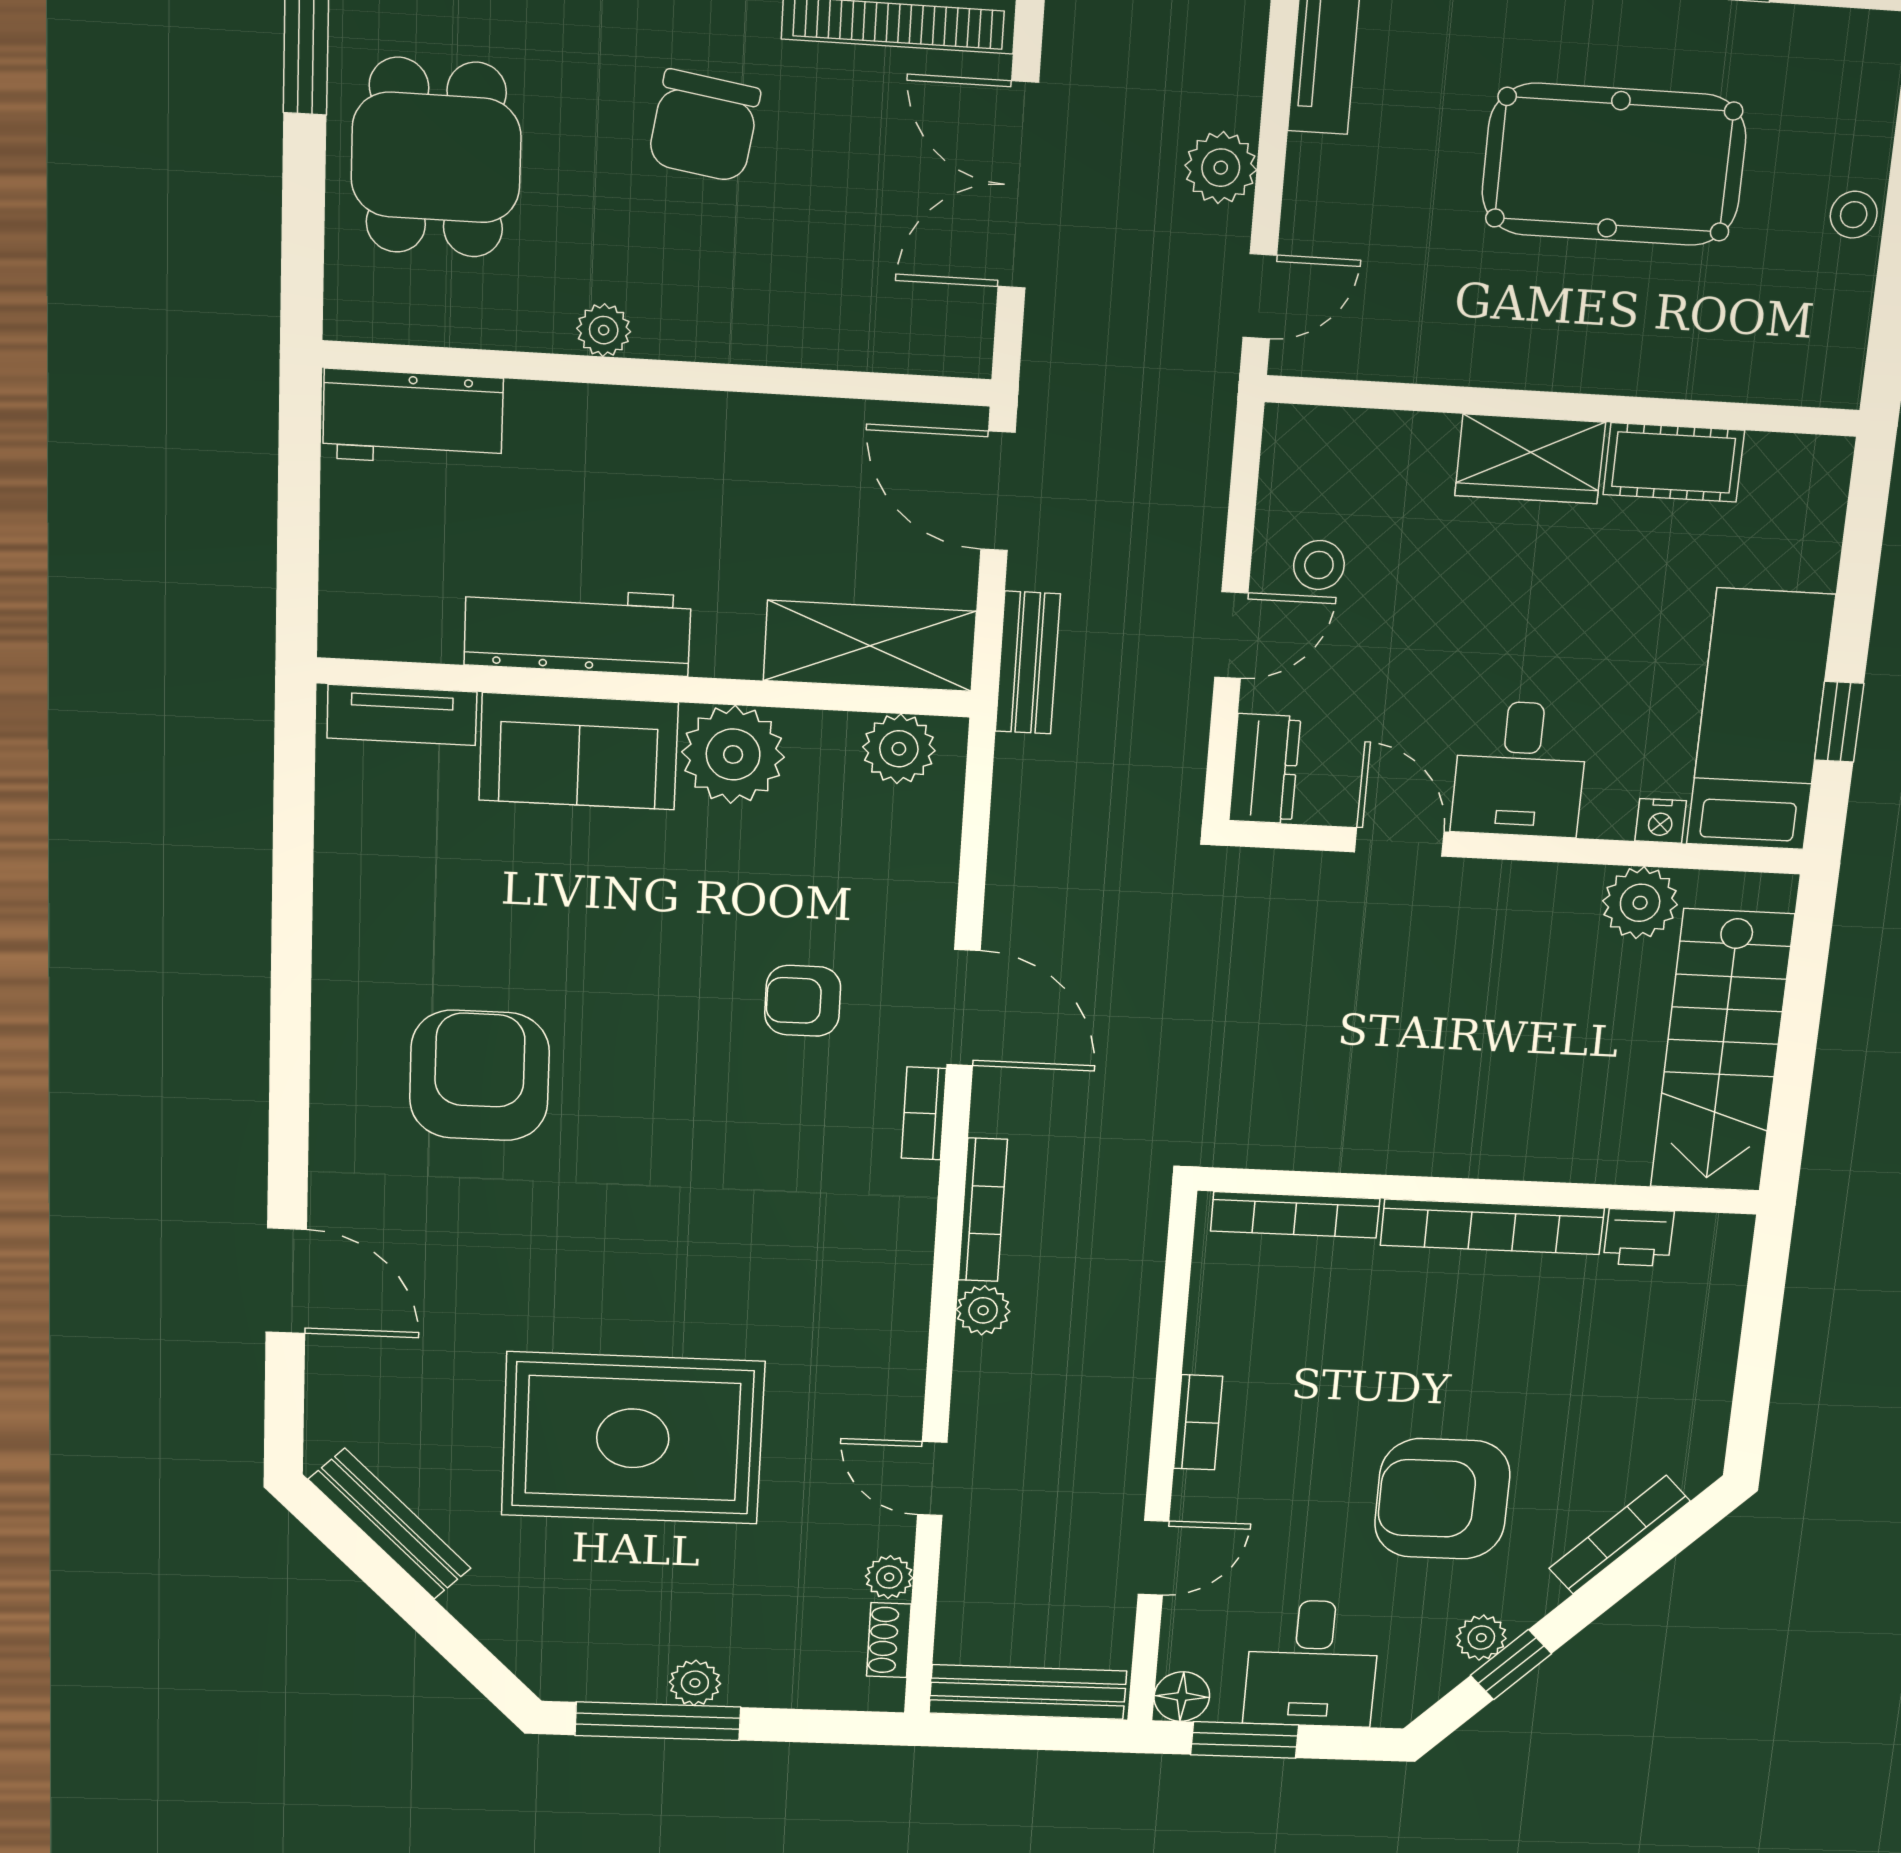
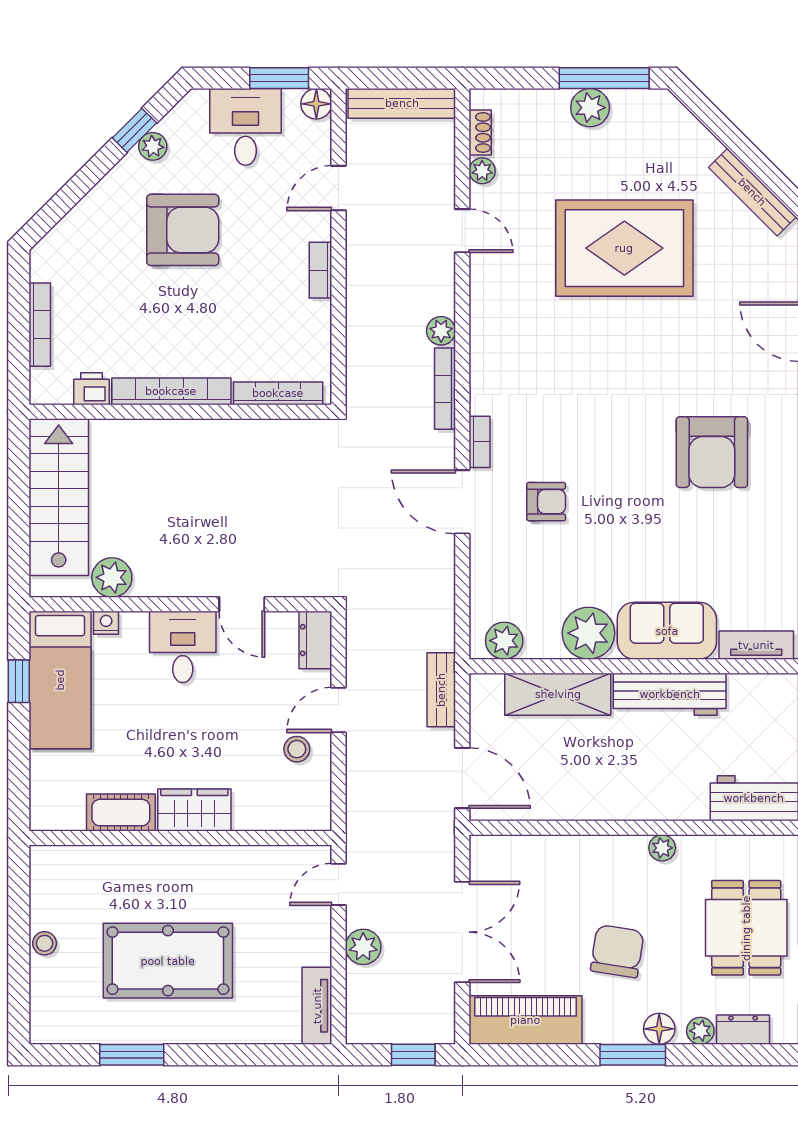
shelving: (870, 646) -> (558, 694), moved
bookcase: (1620, 1535) -> (40, 325), moved, turned -45
plant: (695, 1683) -> (590, 108), width x1.38, depth x1.38

